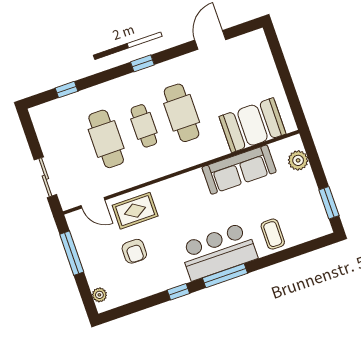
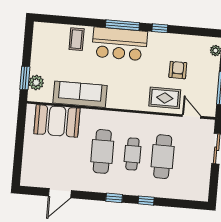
window: (67, 90) -> (146, 201), moved
window: (329, 203) -> (25, 78), moved

